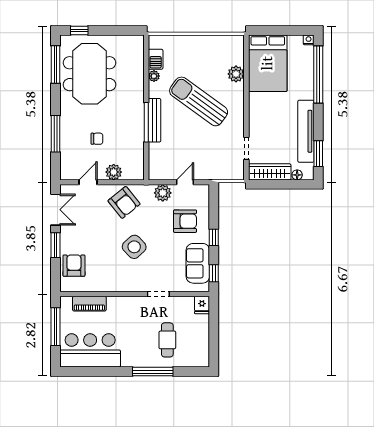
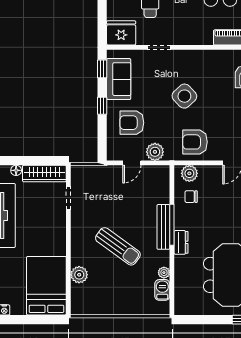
sun lounger: (199, 101) -> (118, 246), width x0.73, depth x0.75
dresser: (137, 105) -> (181, 242), added
chair: (97, 139) -> (191, 197), moved
plant: (114, 172) -> (189, 173), moved
armchair: (124, 202) -> (195, 142), turned -51
fridge: (202, 305) -> (121, 33), width x1.88, depth x1.34

